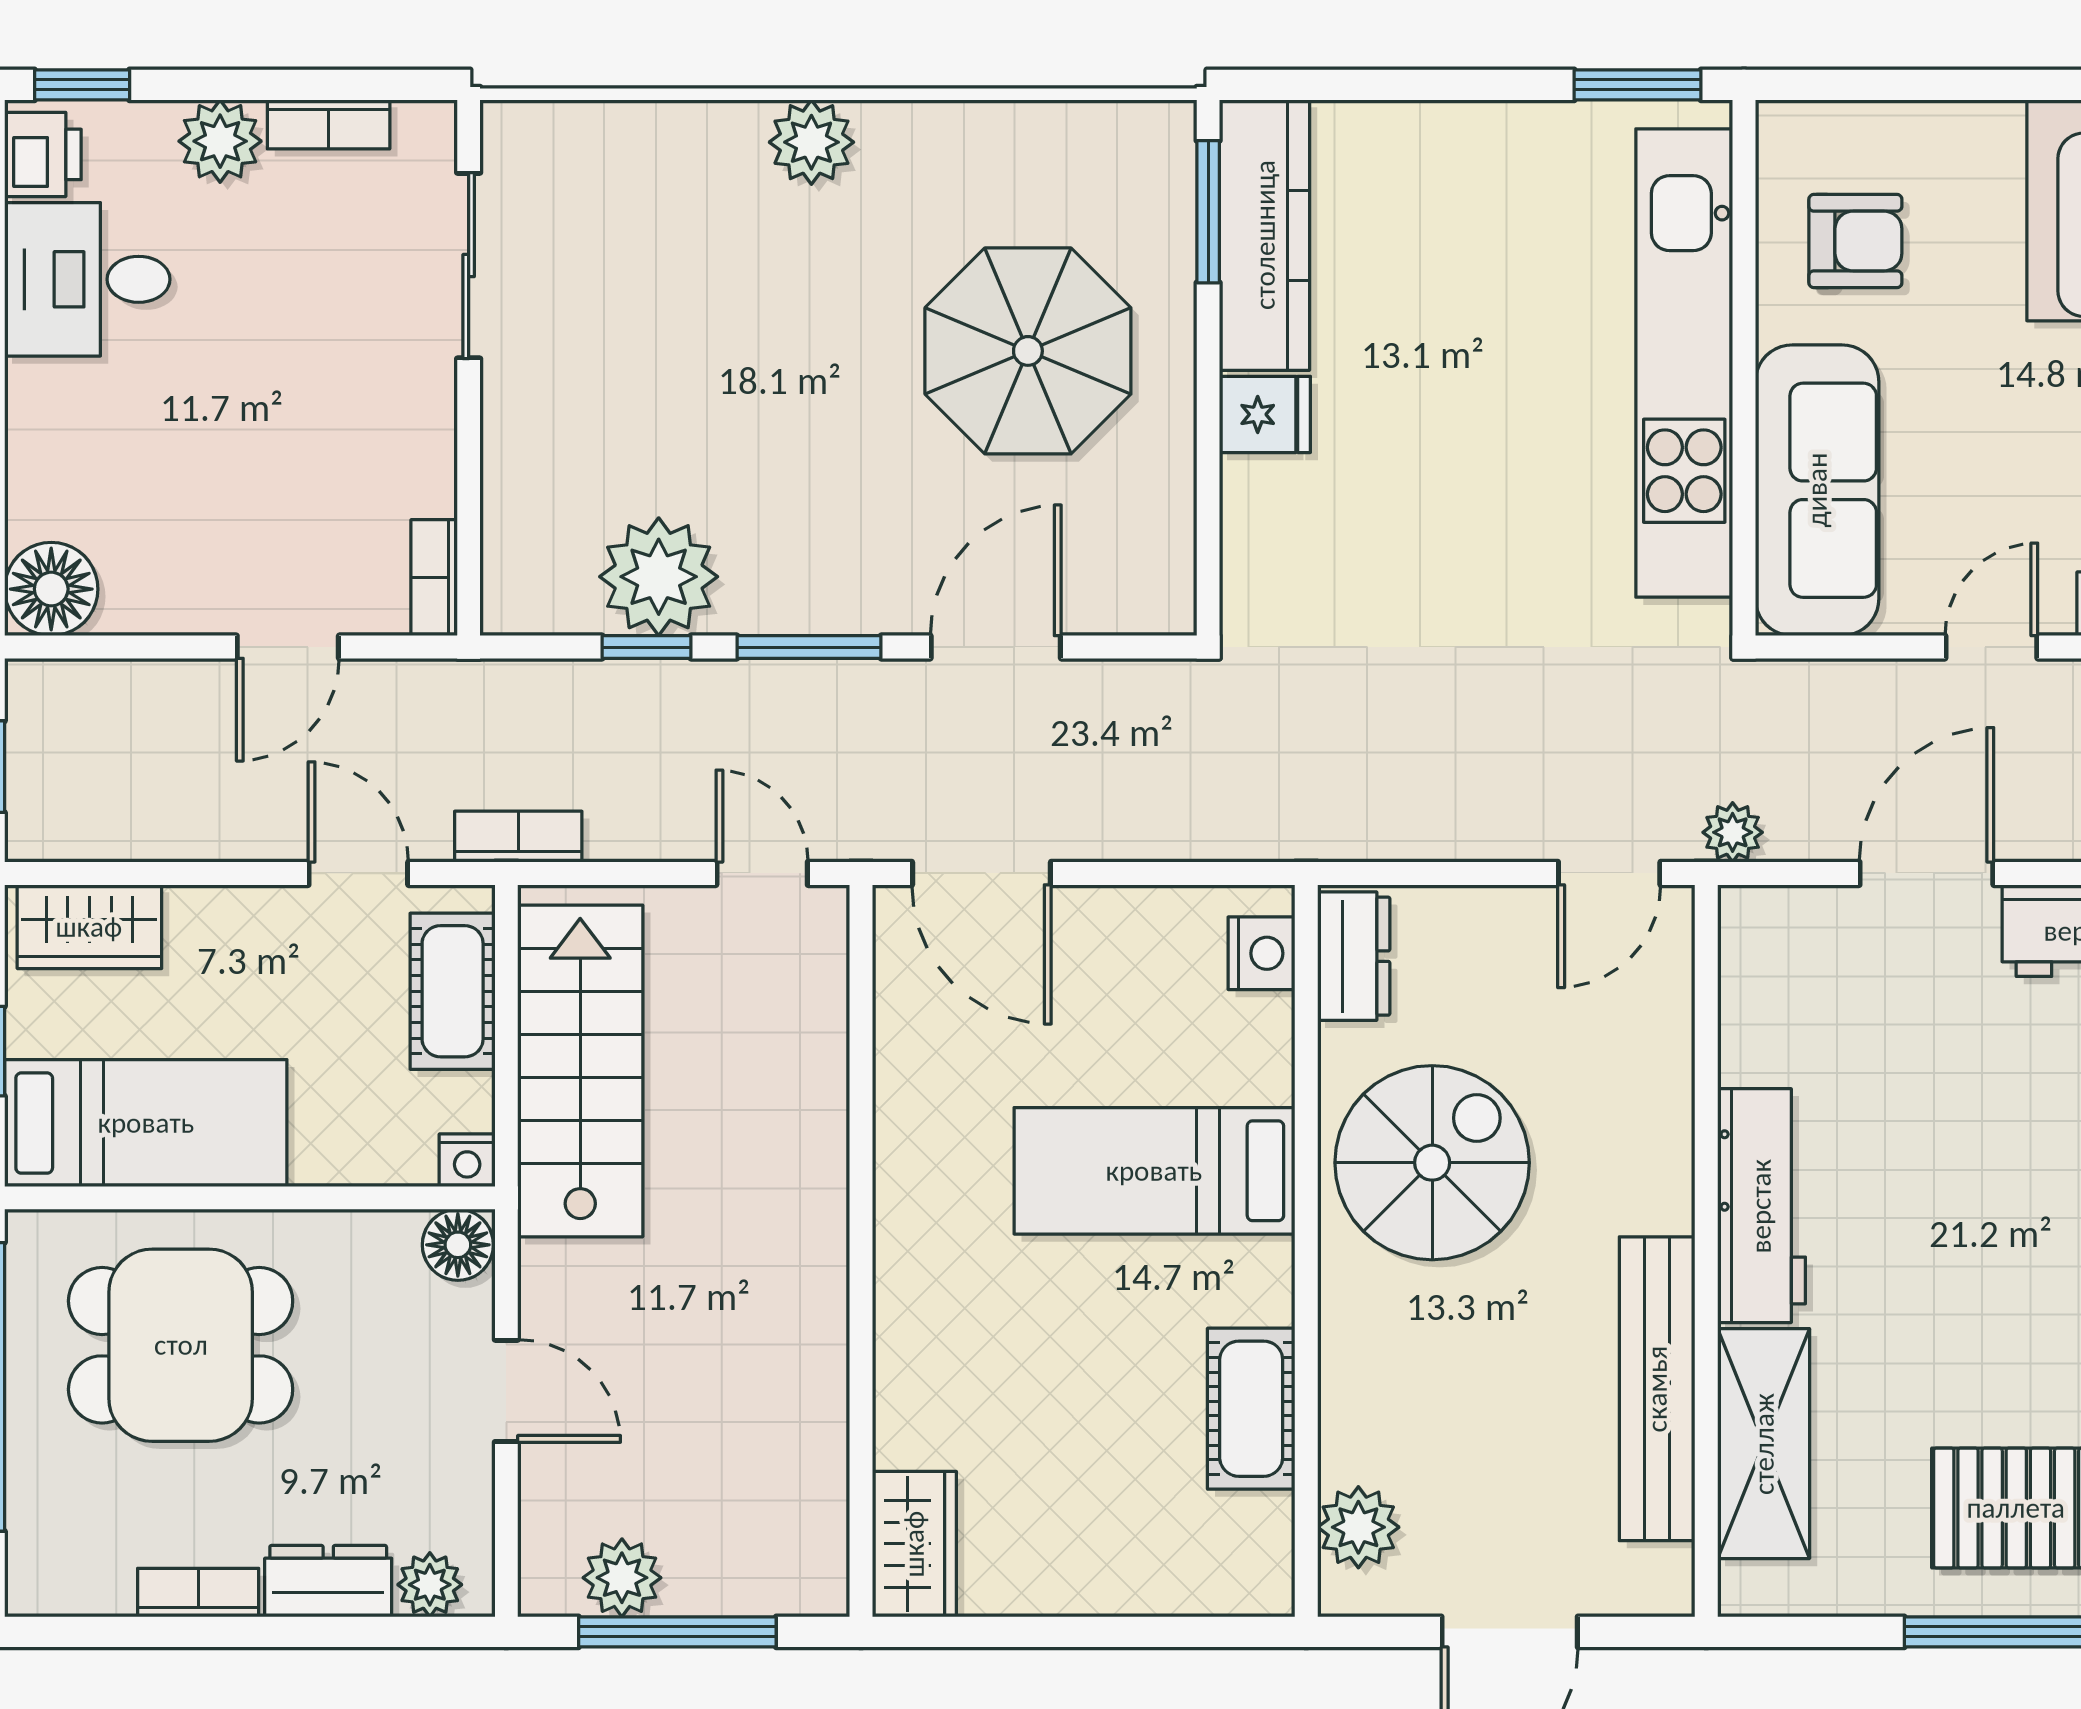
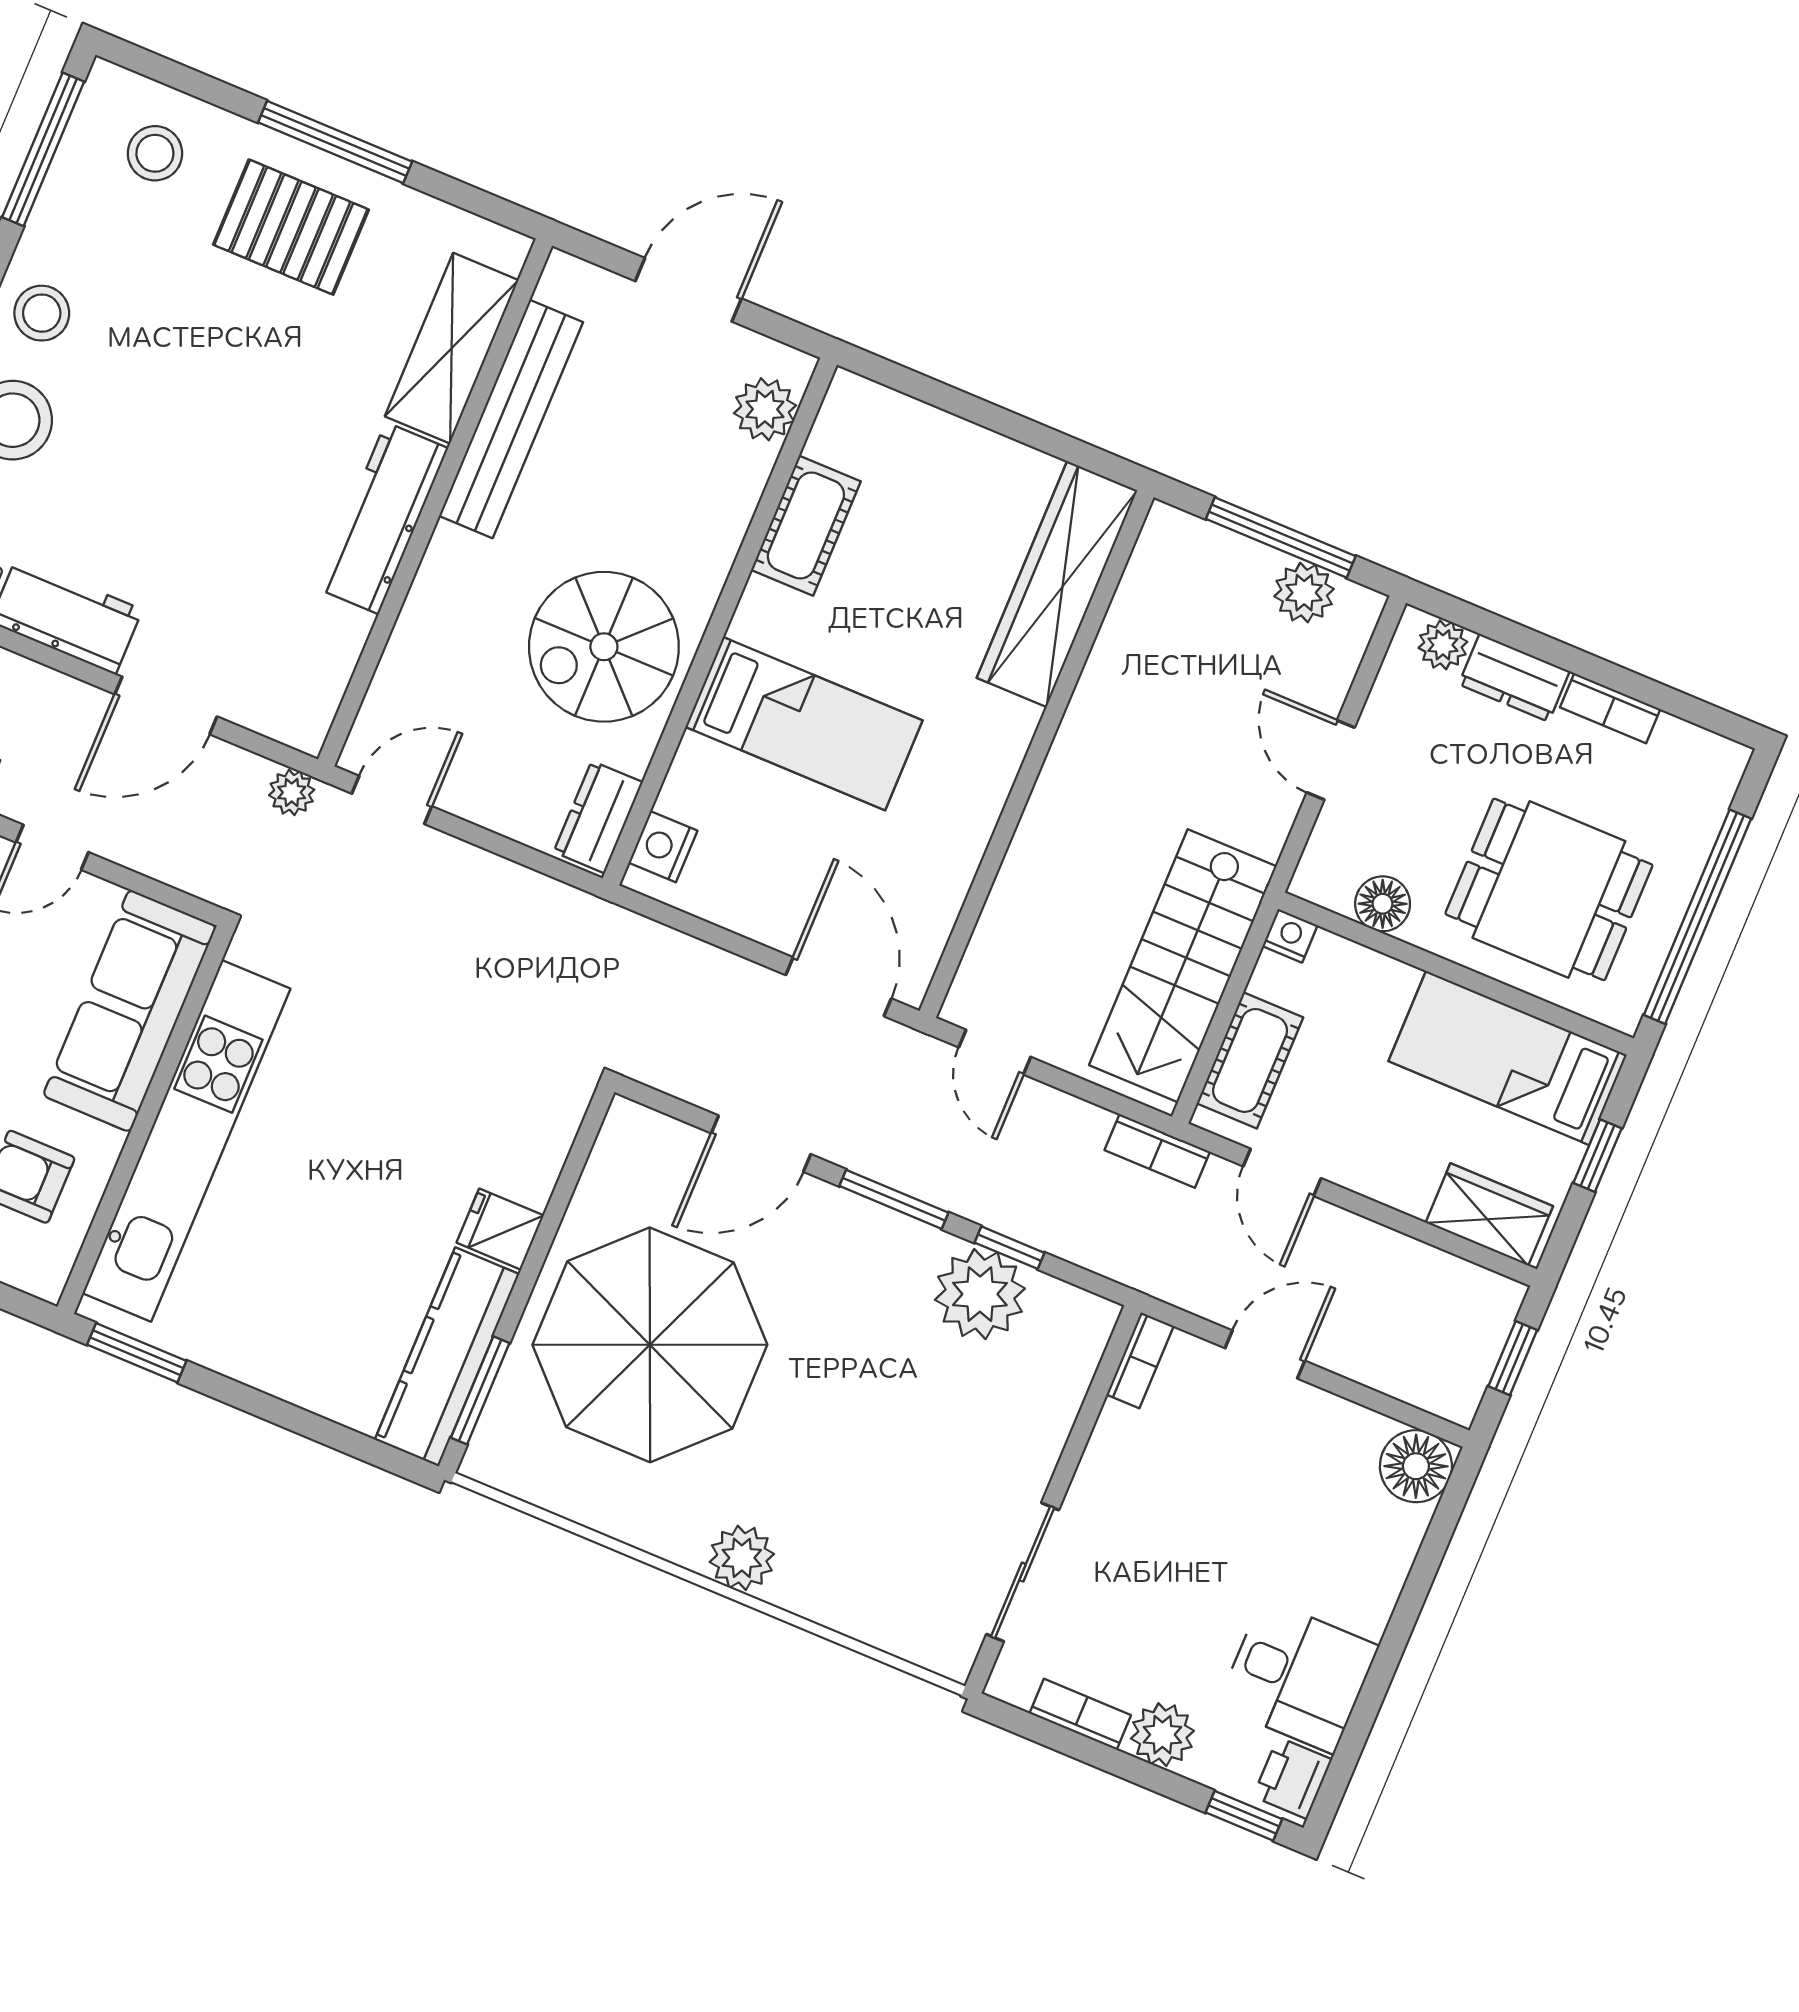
parasol: (1028, 351) -> (650, 1345), width x1.36, depth x1.36
floor lamp: (458, 1245) -> (1383, 904), moved
wardrobe: (914, 1544) -> (1057, 584), width x2.10, depth x1.17

